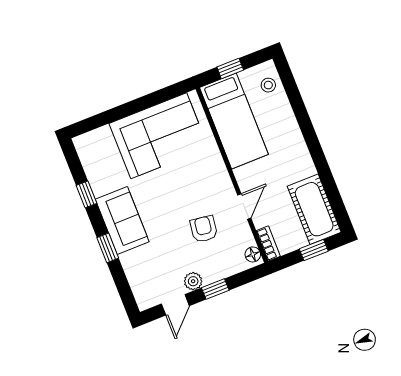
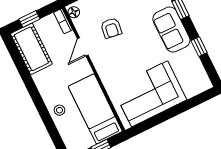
stool: (268, 85) -> (60, 110), moved

